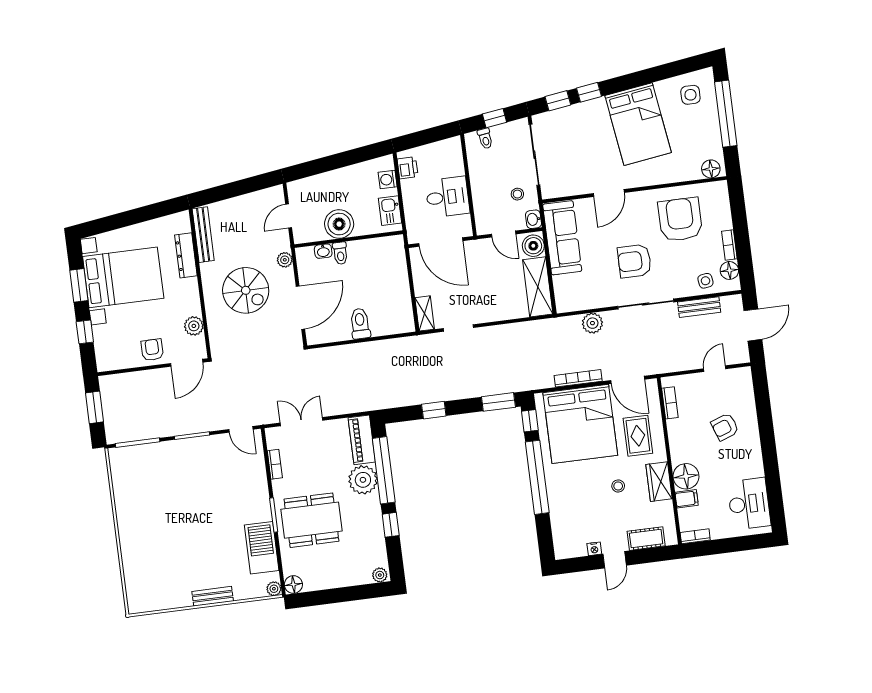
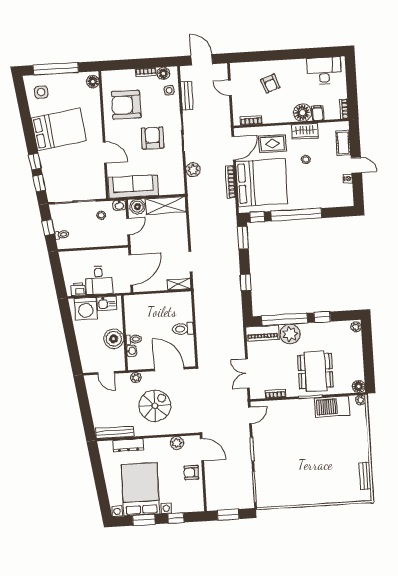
washing machine: (388, 179) -> (86, 309), width x1.89, depth x1.89
desk: (447, 197) -> (99, 280), moved, turned 180
armchair: (634, 261) -> (153, 138), turned 180
bench: (213, 596) -> (365, 476), moved

